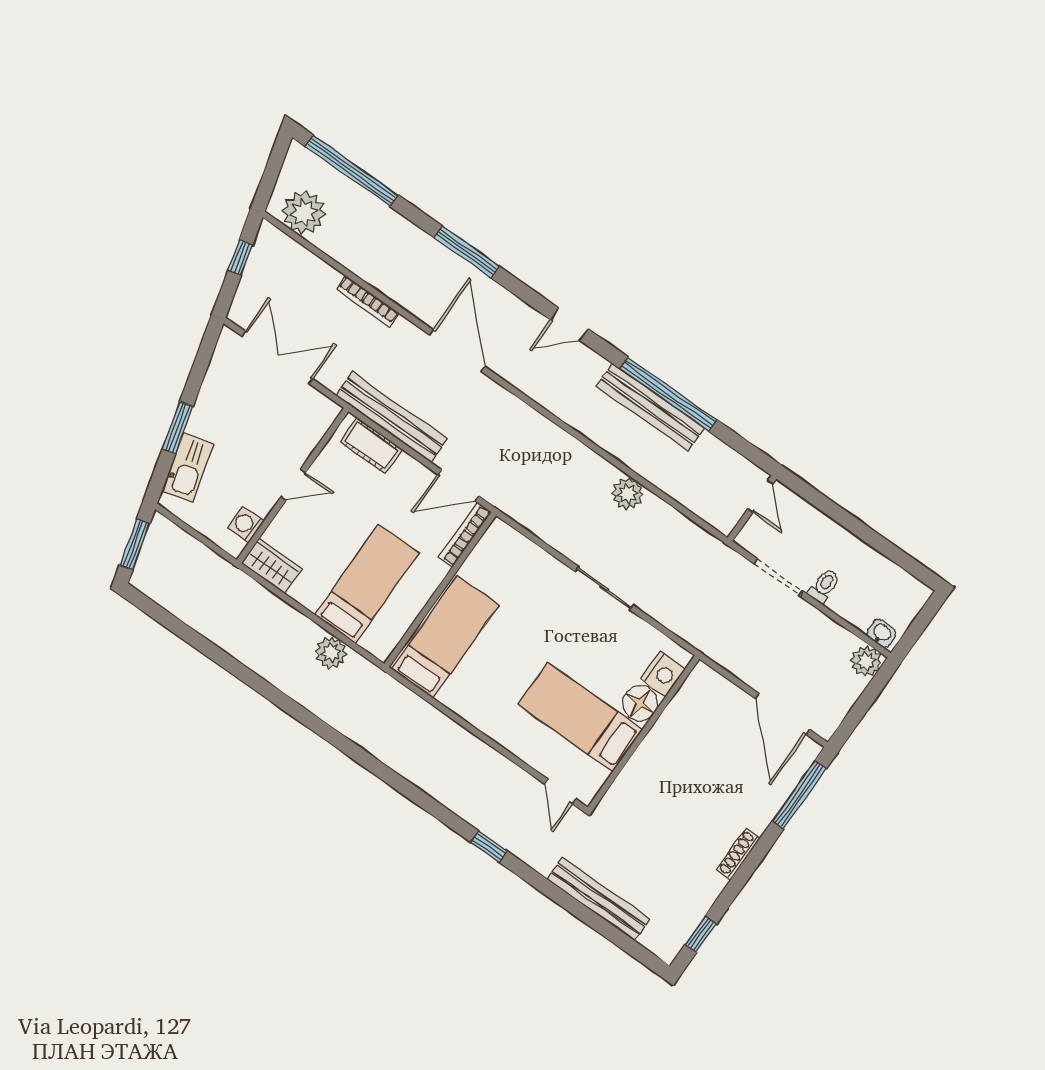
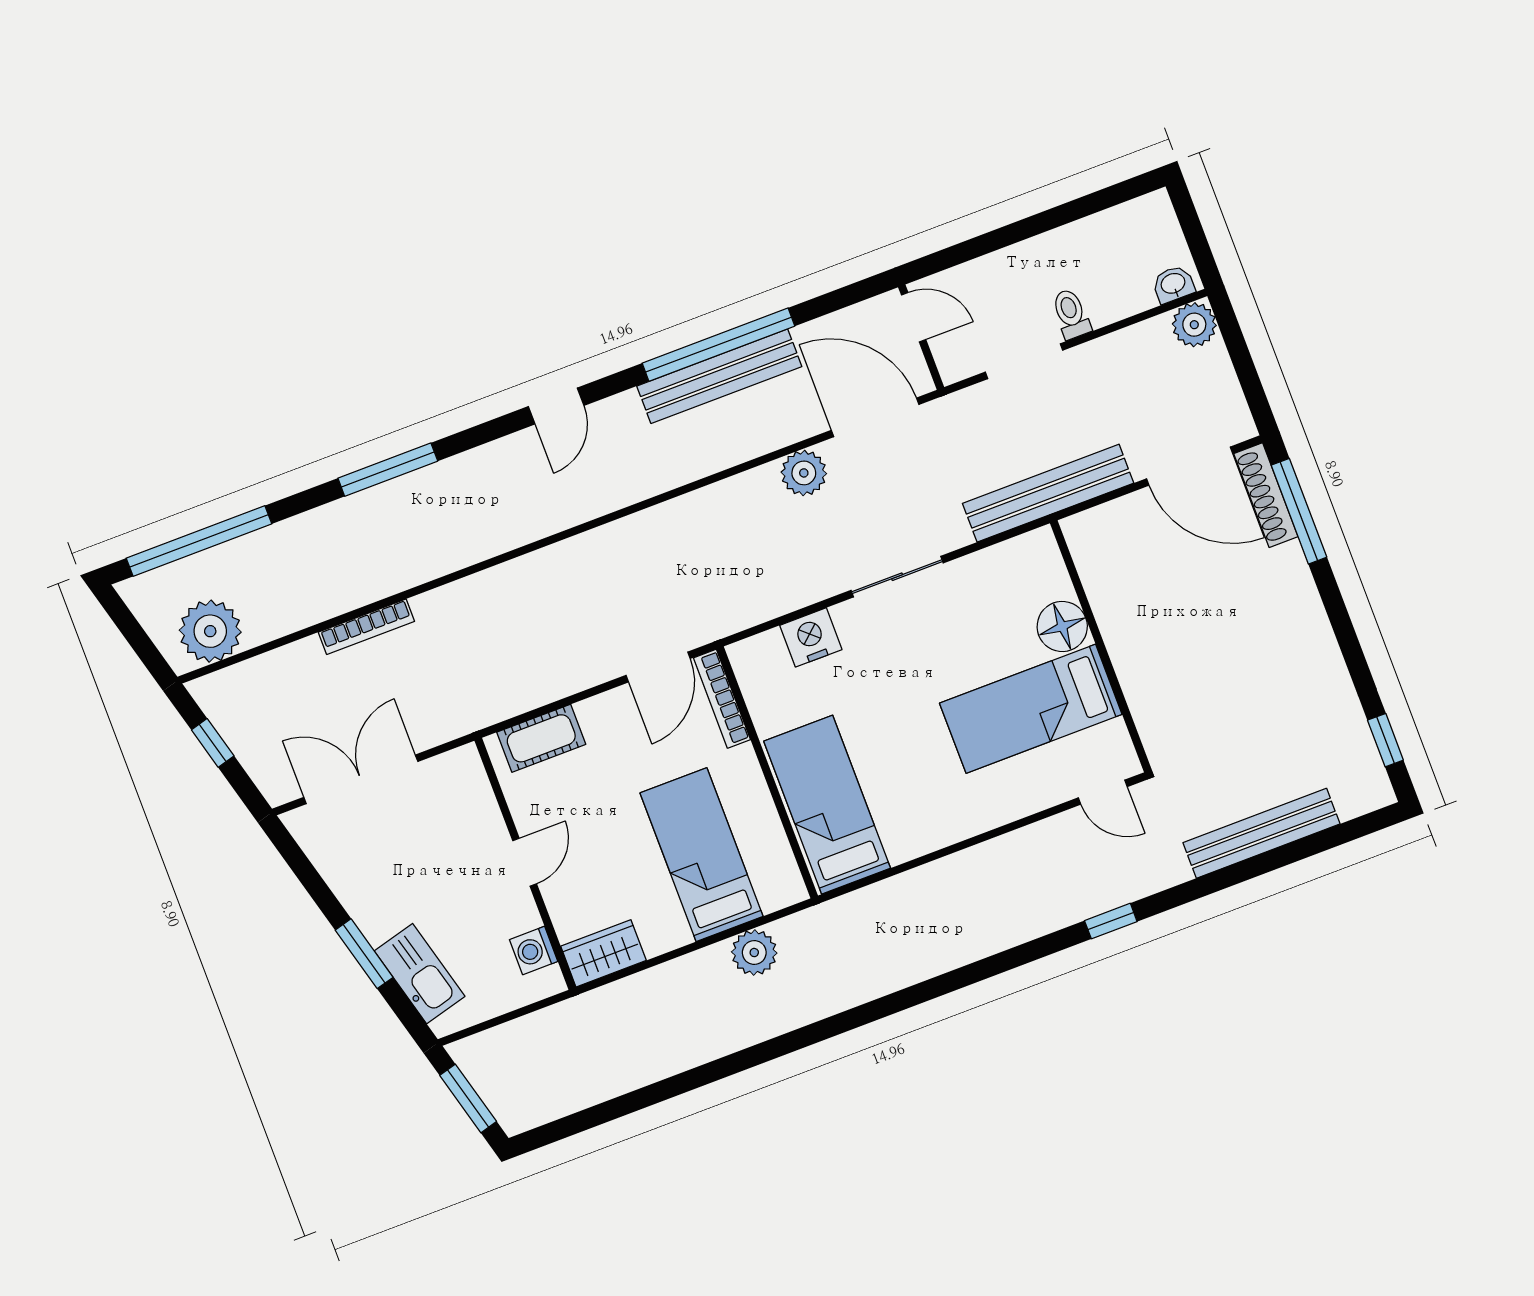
door: (457, 351) -> (875, 417), moved
bench: (392, 417) -> (1048, 493), moved
nightstand: (663, 674) -> (811, 637), moved, turned -90
shoe rack: (738, 854) -> (1266, 495), moved, width x1.36, depth x1.24

